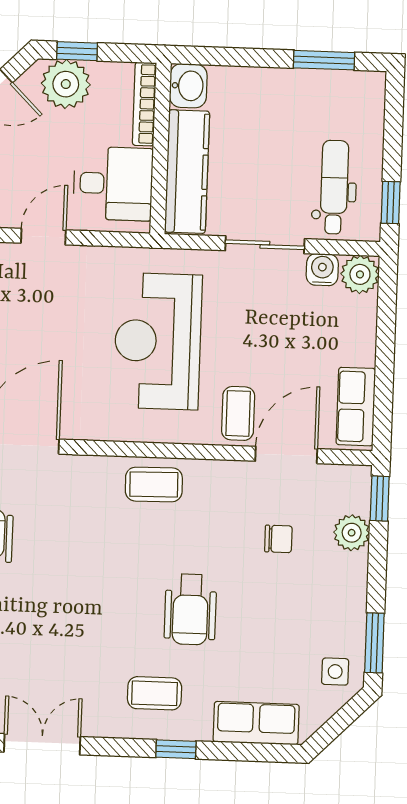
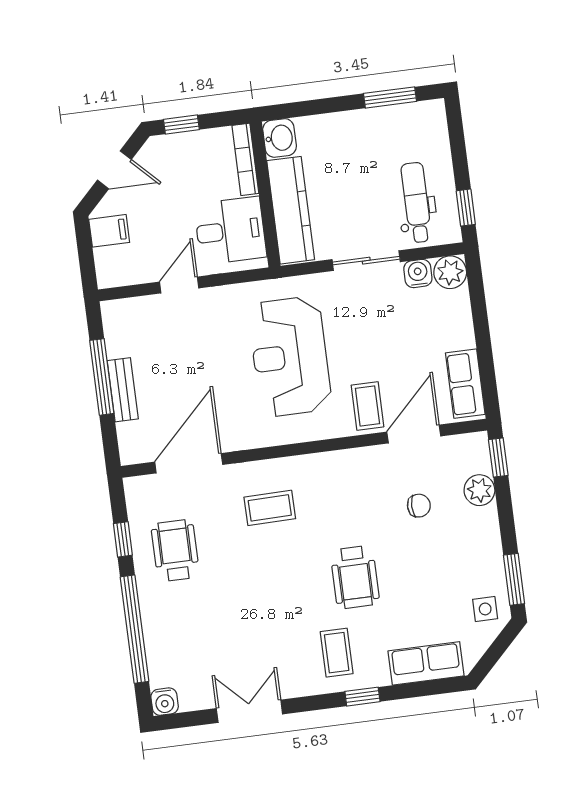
plant: (66, 84) -> (177, 154), removed
coffee table: (154, 484) -> (270, 508), moved
coffee table: (155, 693) -> (337, 653), turned 90

